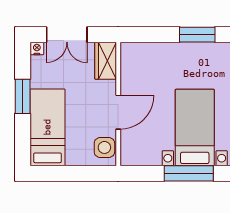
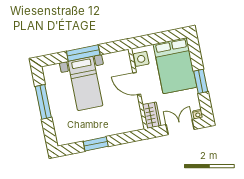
door: (118, 112) -> (137, 84), hinge flipped
bed: (47, 127) -> (175, 66), width x1.50

